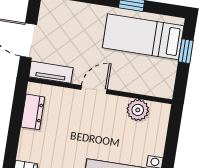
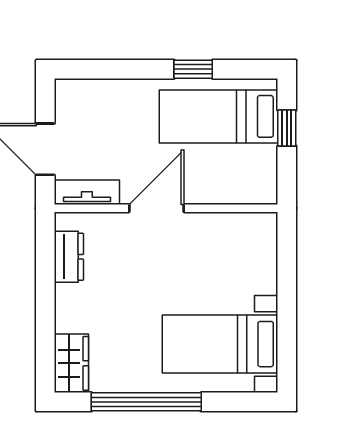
door: (94, 90) -> (156, 208), width x1.38
plant: (138, 110) -> (228, 229), removed

